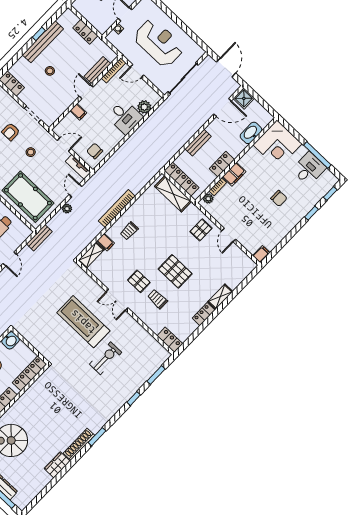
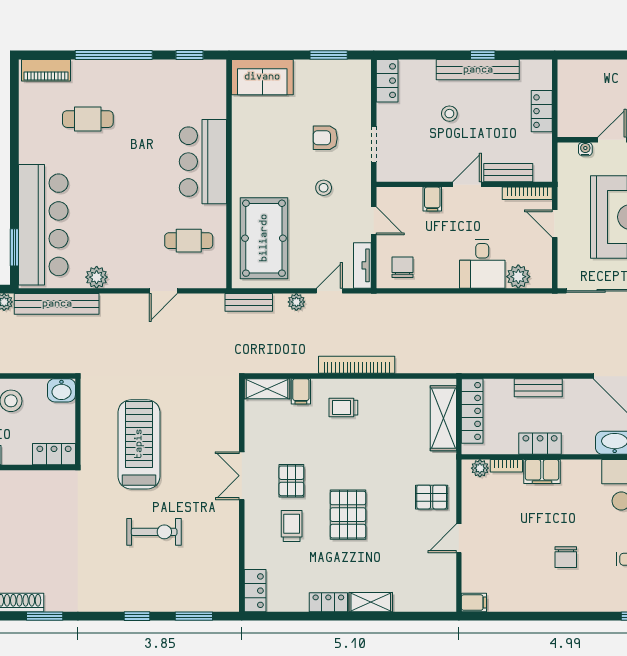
window: (311, 213) -> (587, 616), removed
bench: (39, 238) -> (249, 302), moved
treadmill: (83, 322) -> (139, 444), moved
locker: (30, 373) -> (54, 454), width x0.66

